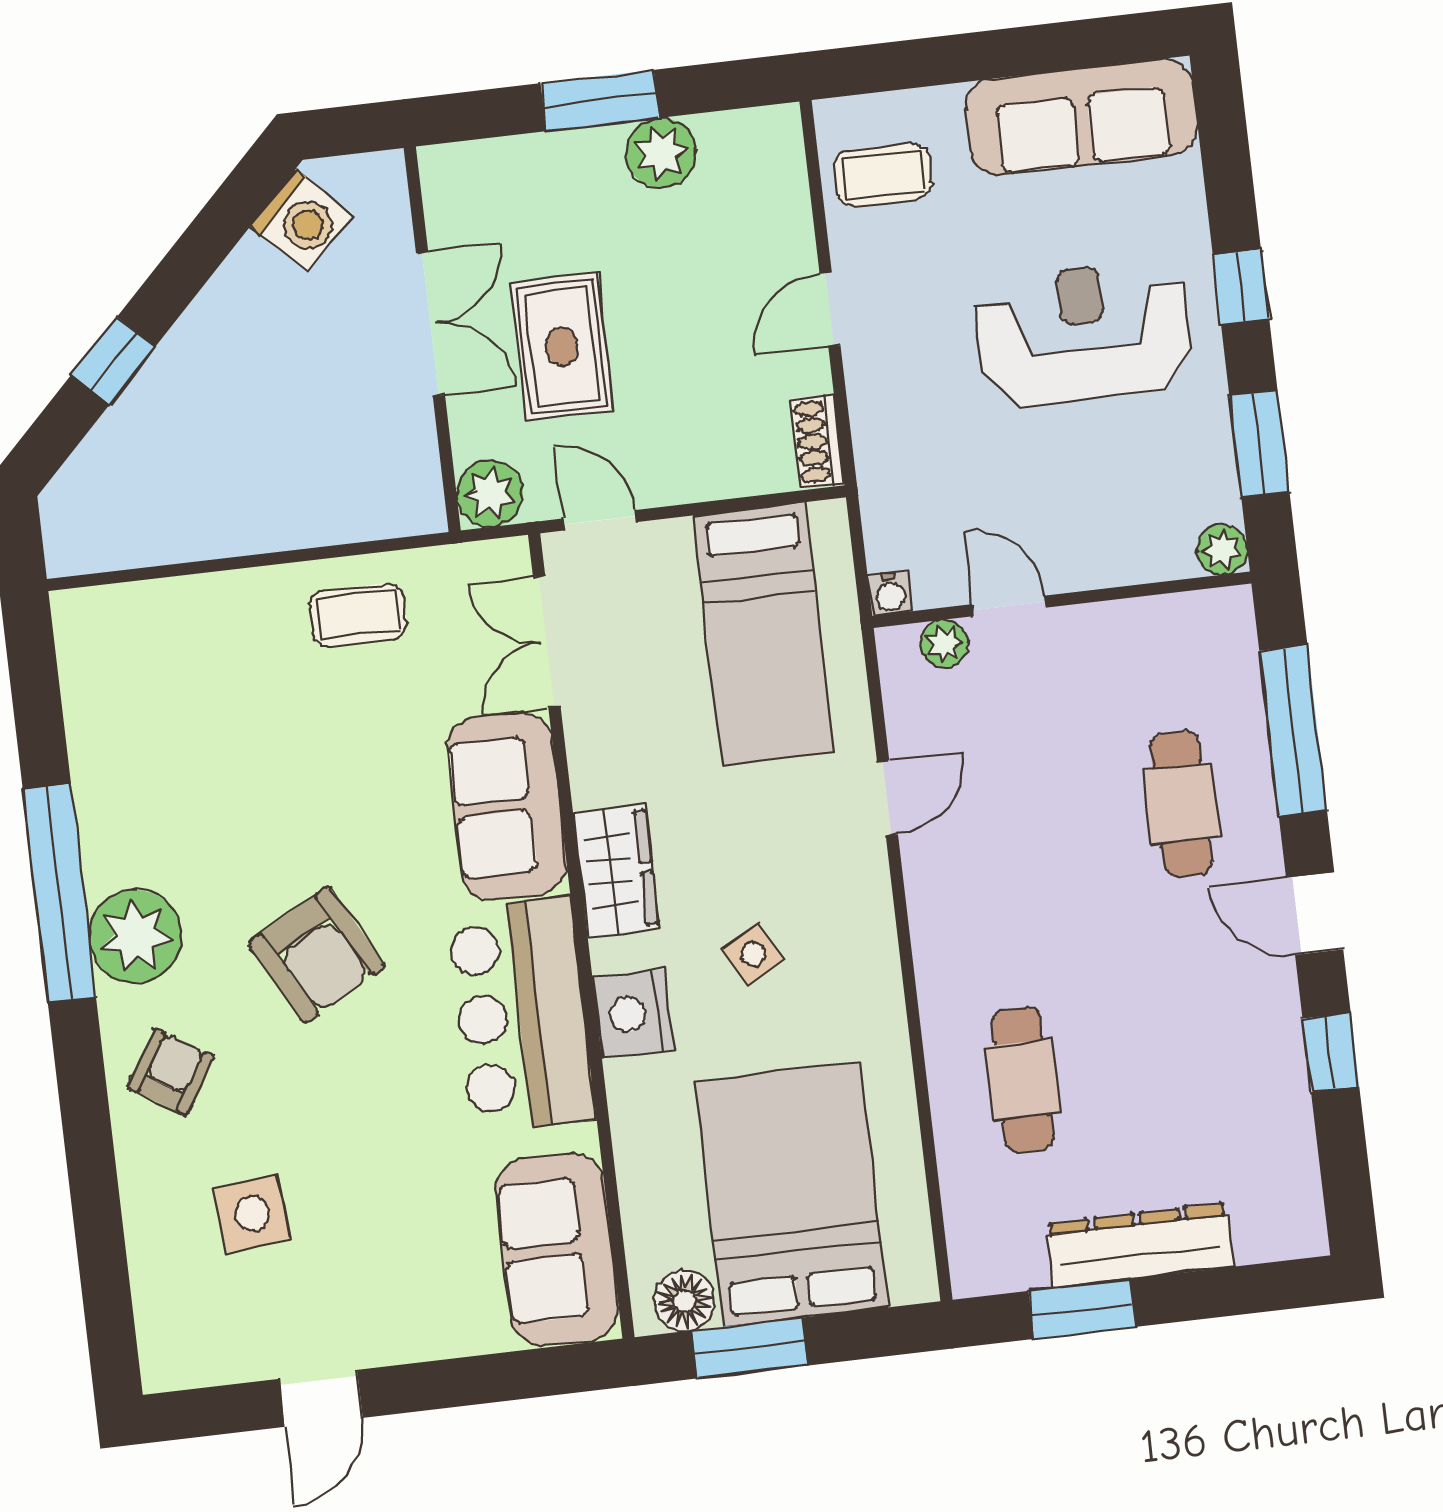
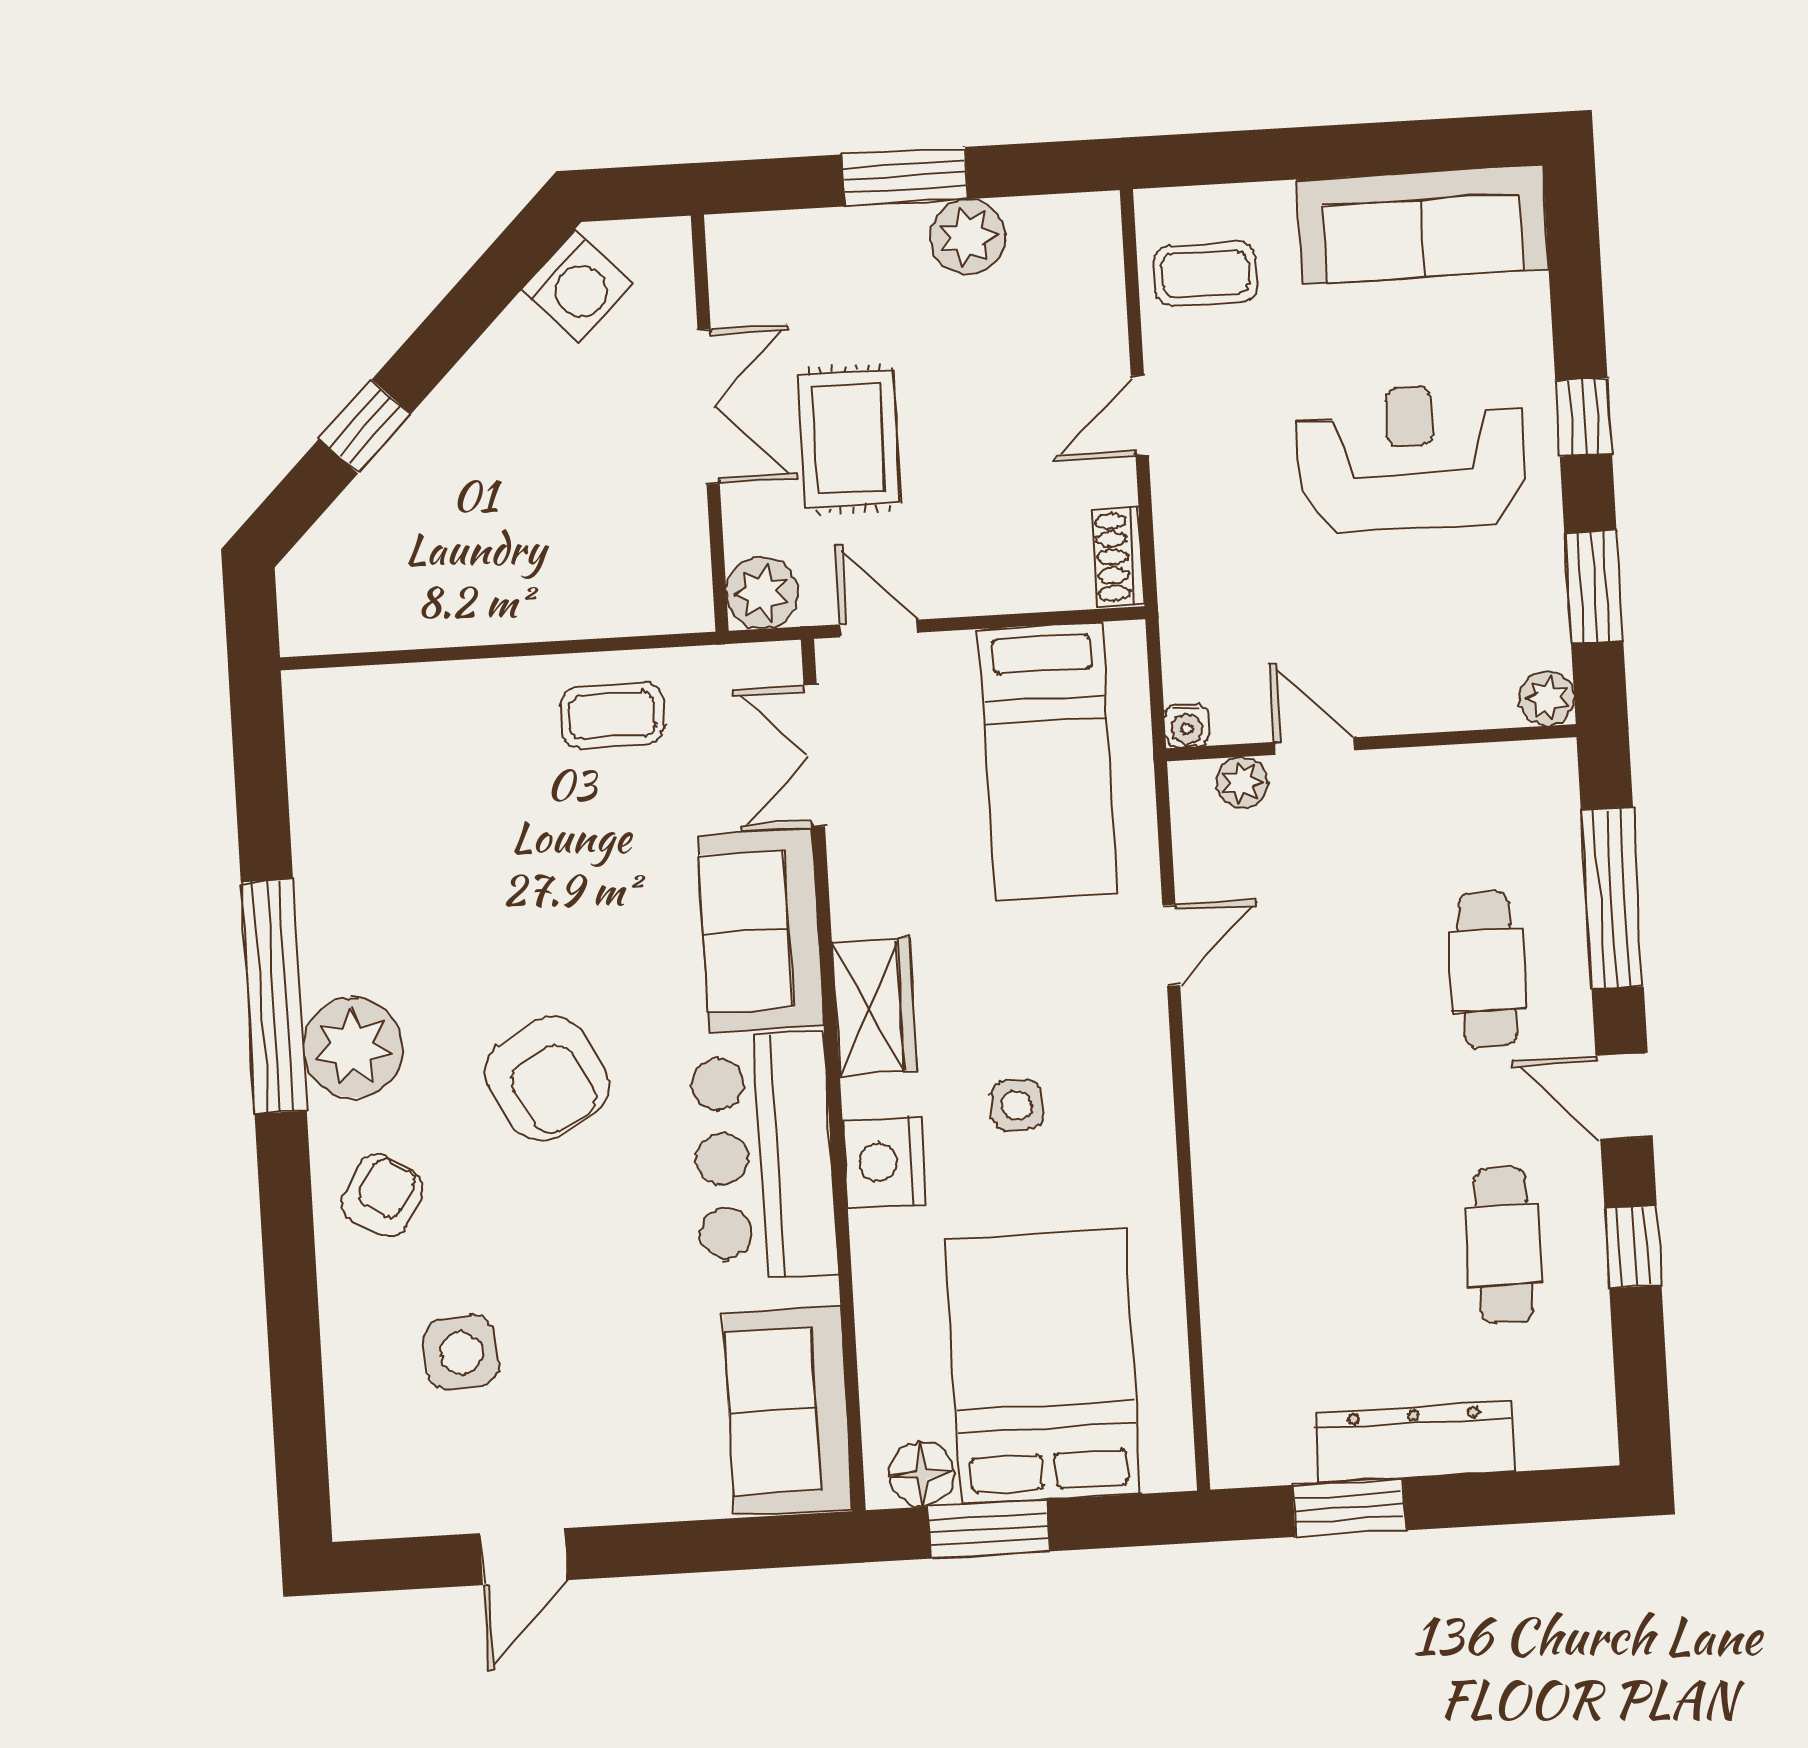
side table: (753, 954) -> (1017, 1105), turned 30
cafe table: (1023, 1080) -> (1504, 1245), moved

